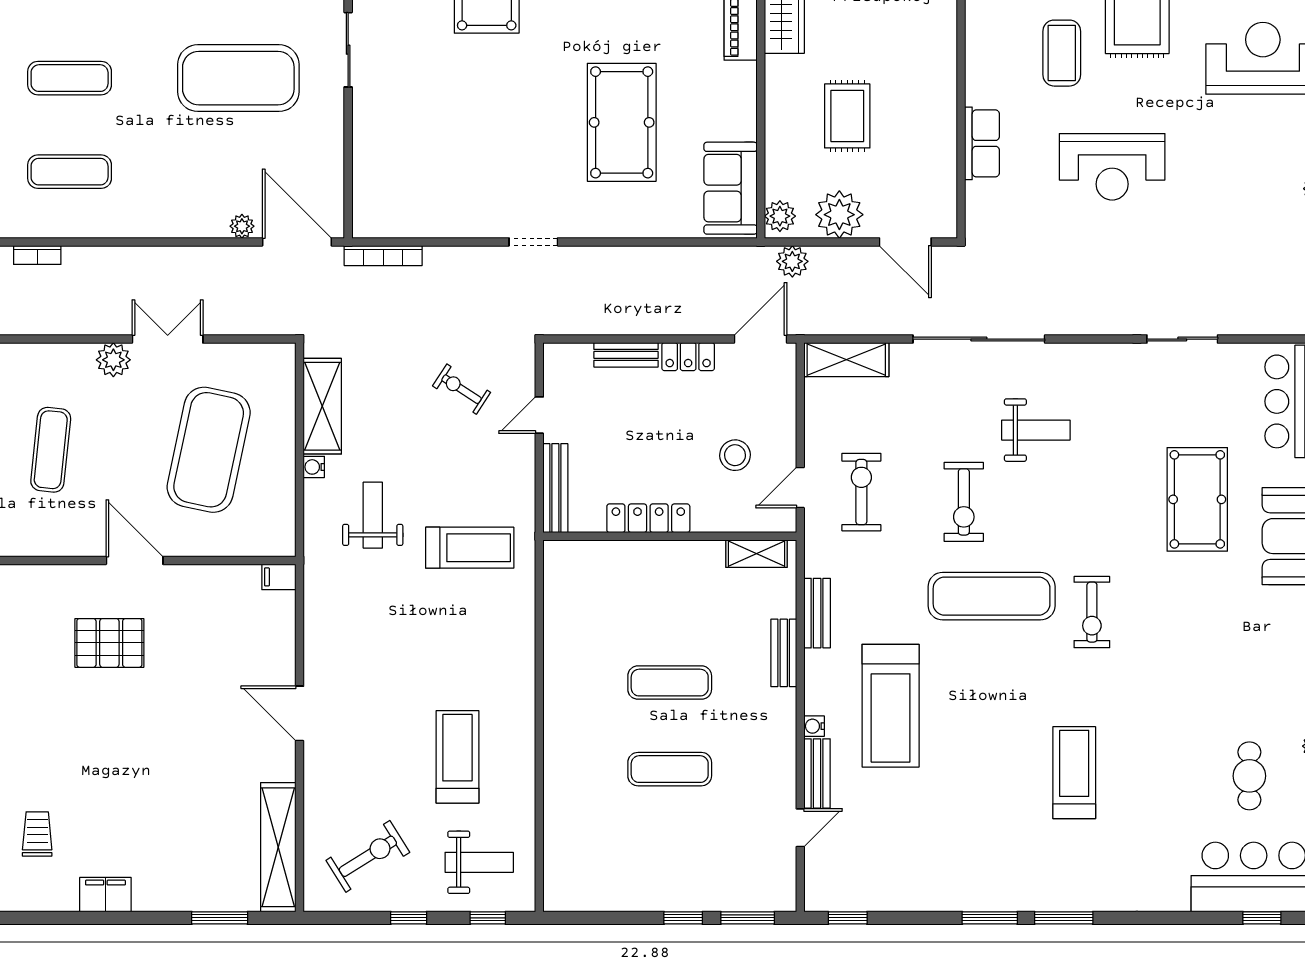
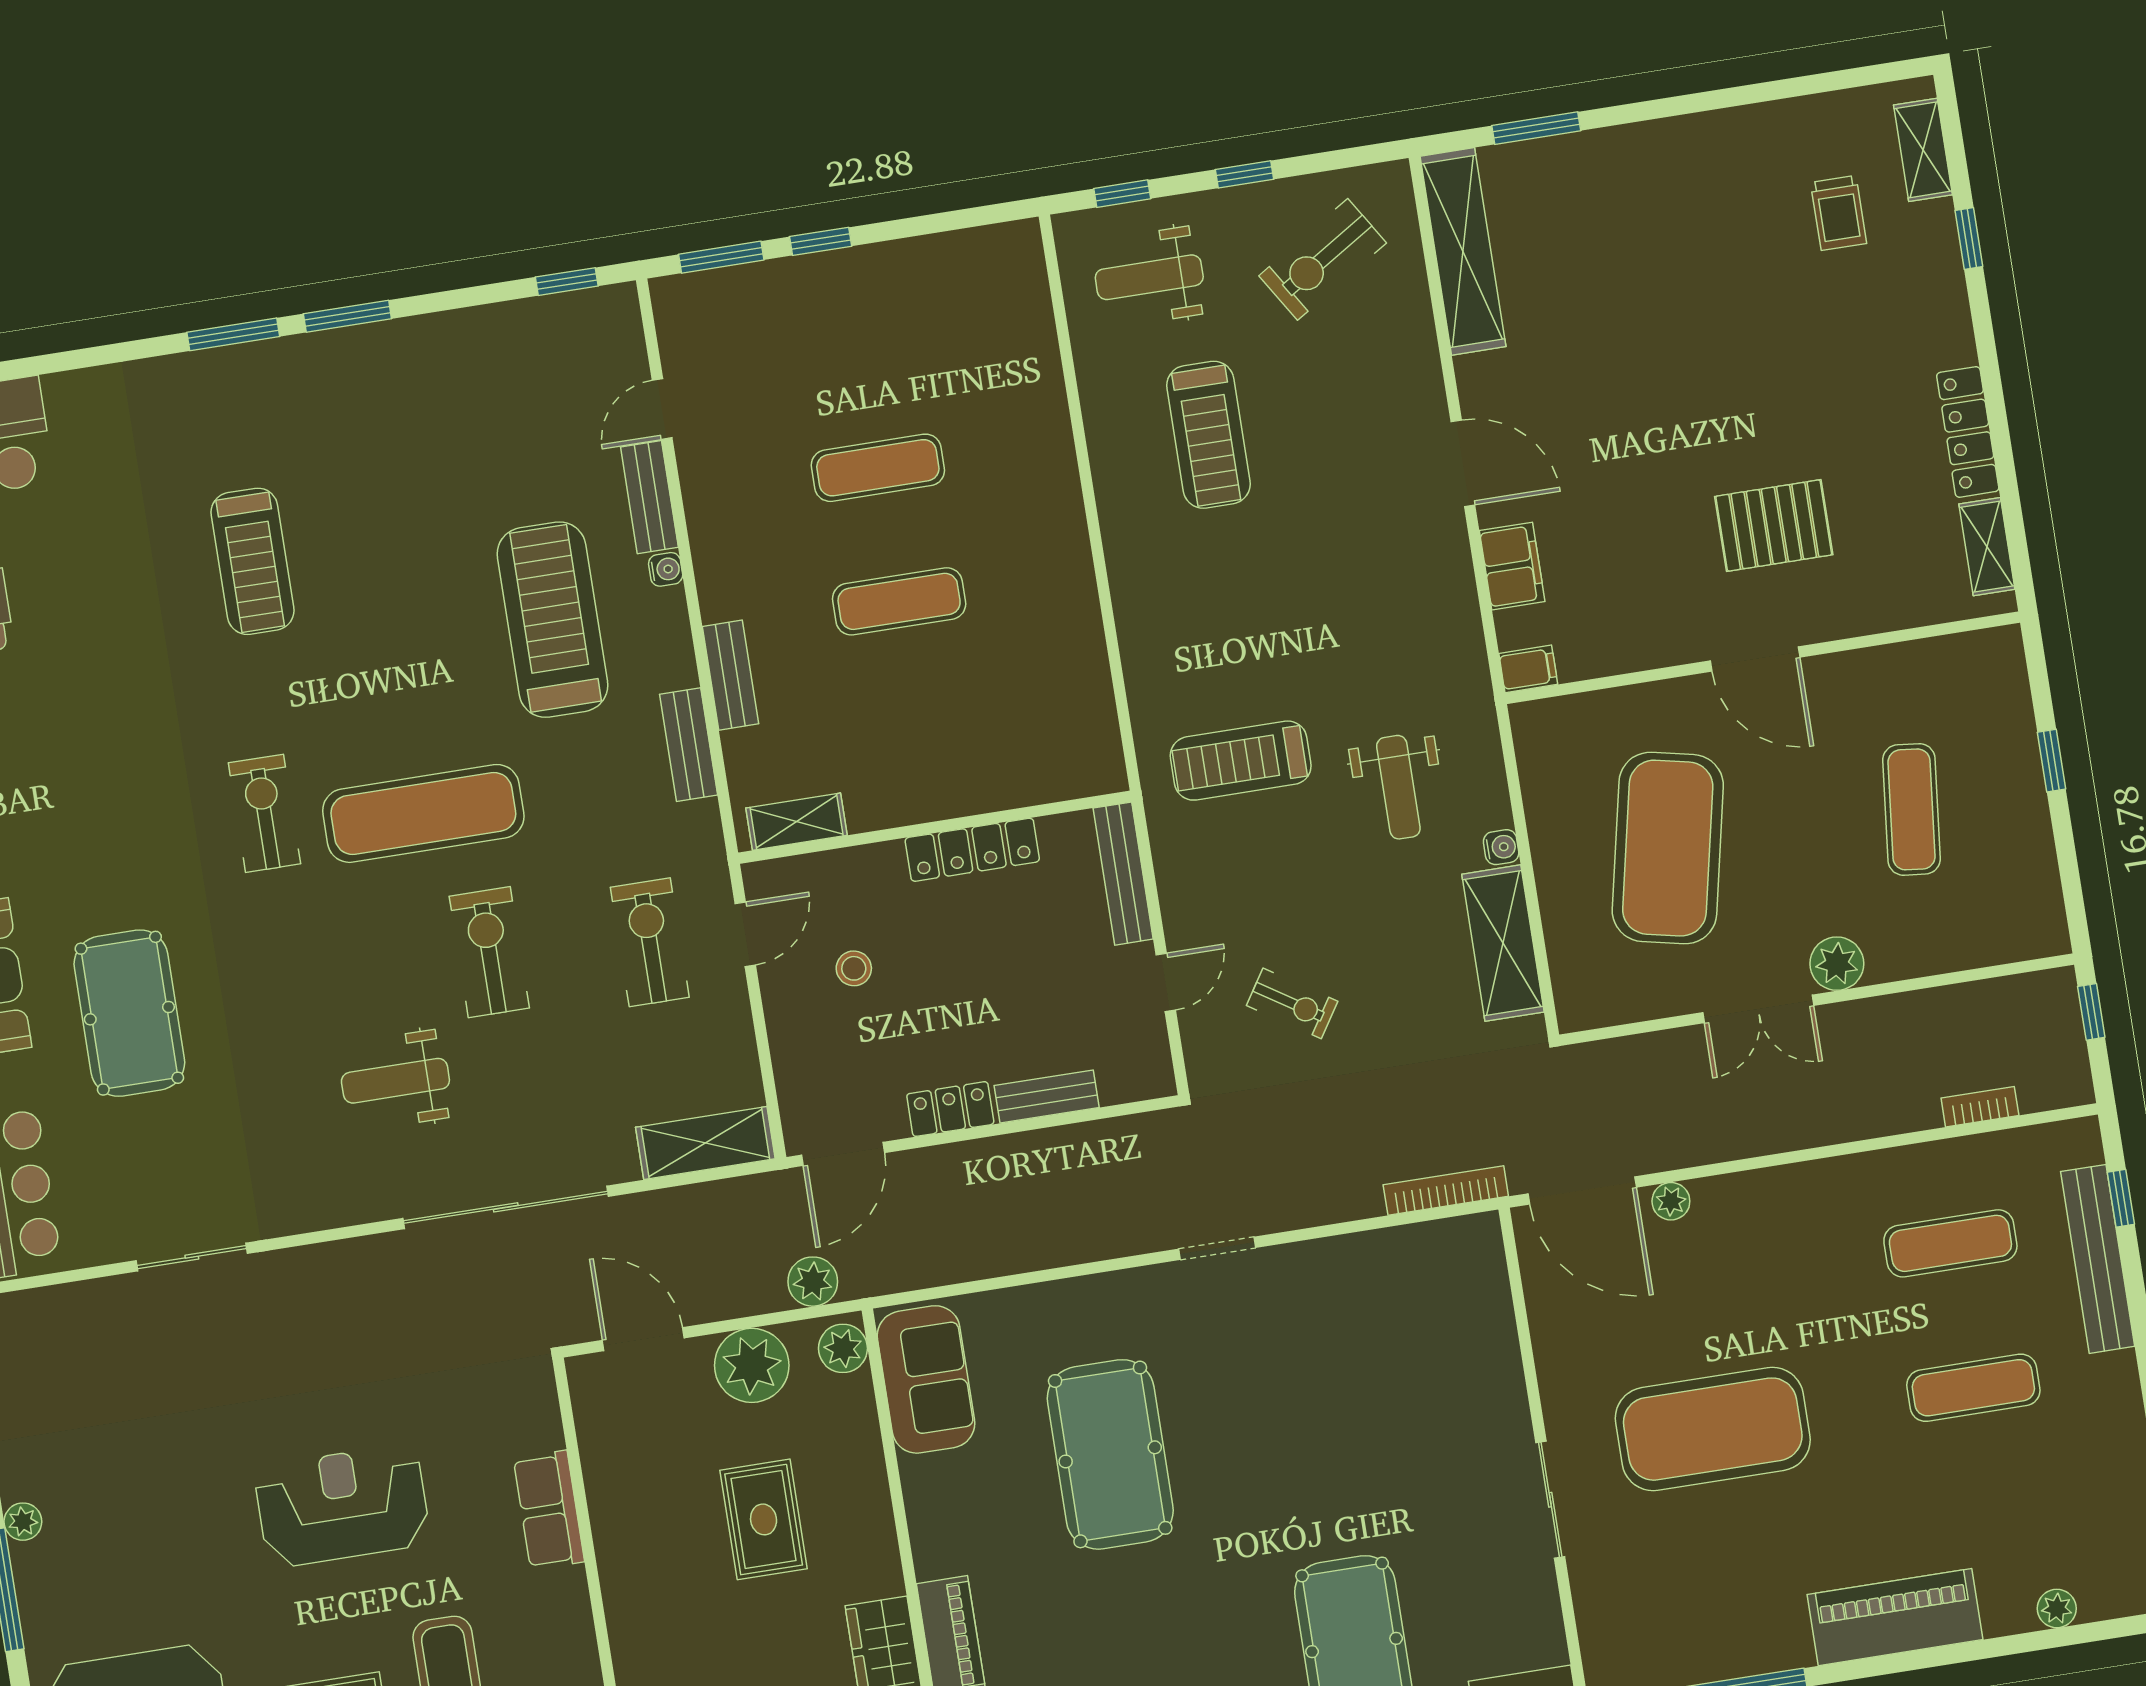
stool: (735, 455) -> (854, 968), width x0.73, depth x0.73
exercise bike: (861, 492) -> (650, 942), turned 180
filing cabinet: (105, 895) -> (1512, 566), moved, turned -90

